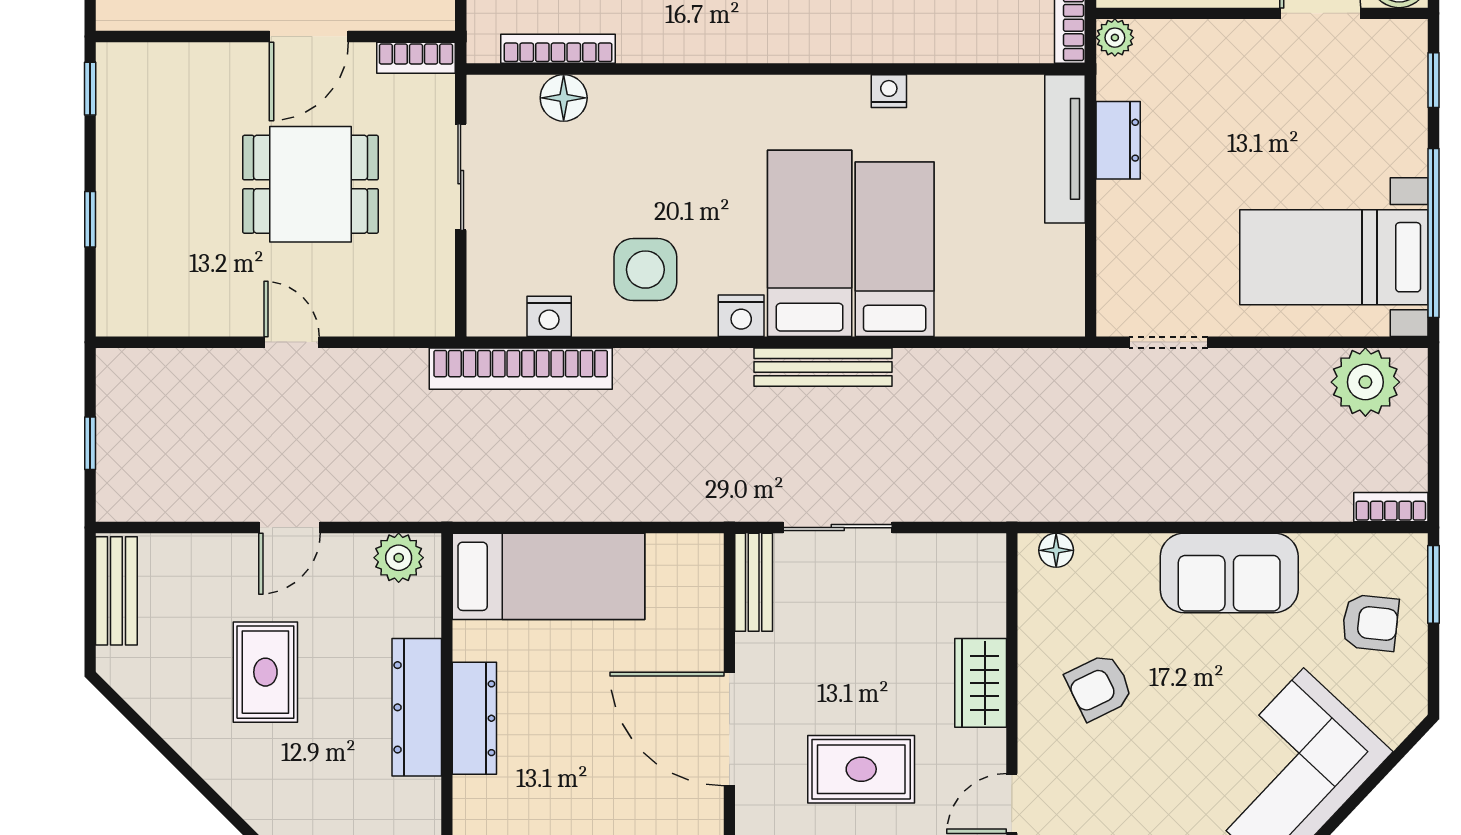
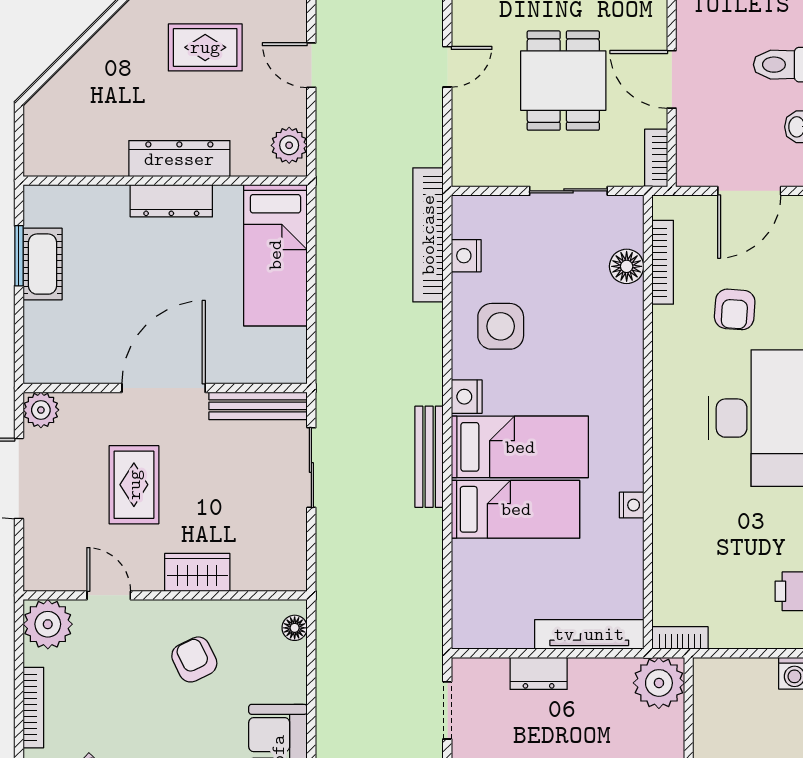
plant: (1115, 38) -> (659, 683), width x1.87, depth x1.87
dresser: (1118, 140) -> (539, 673), moved
bench: (754, 582) -> (258, 406), width x1.36

